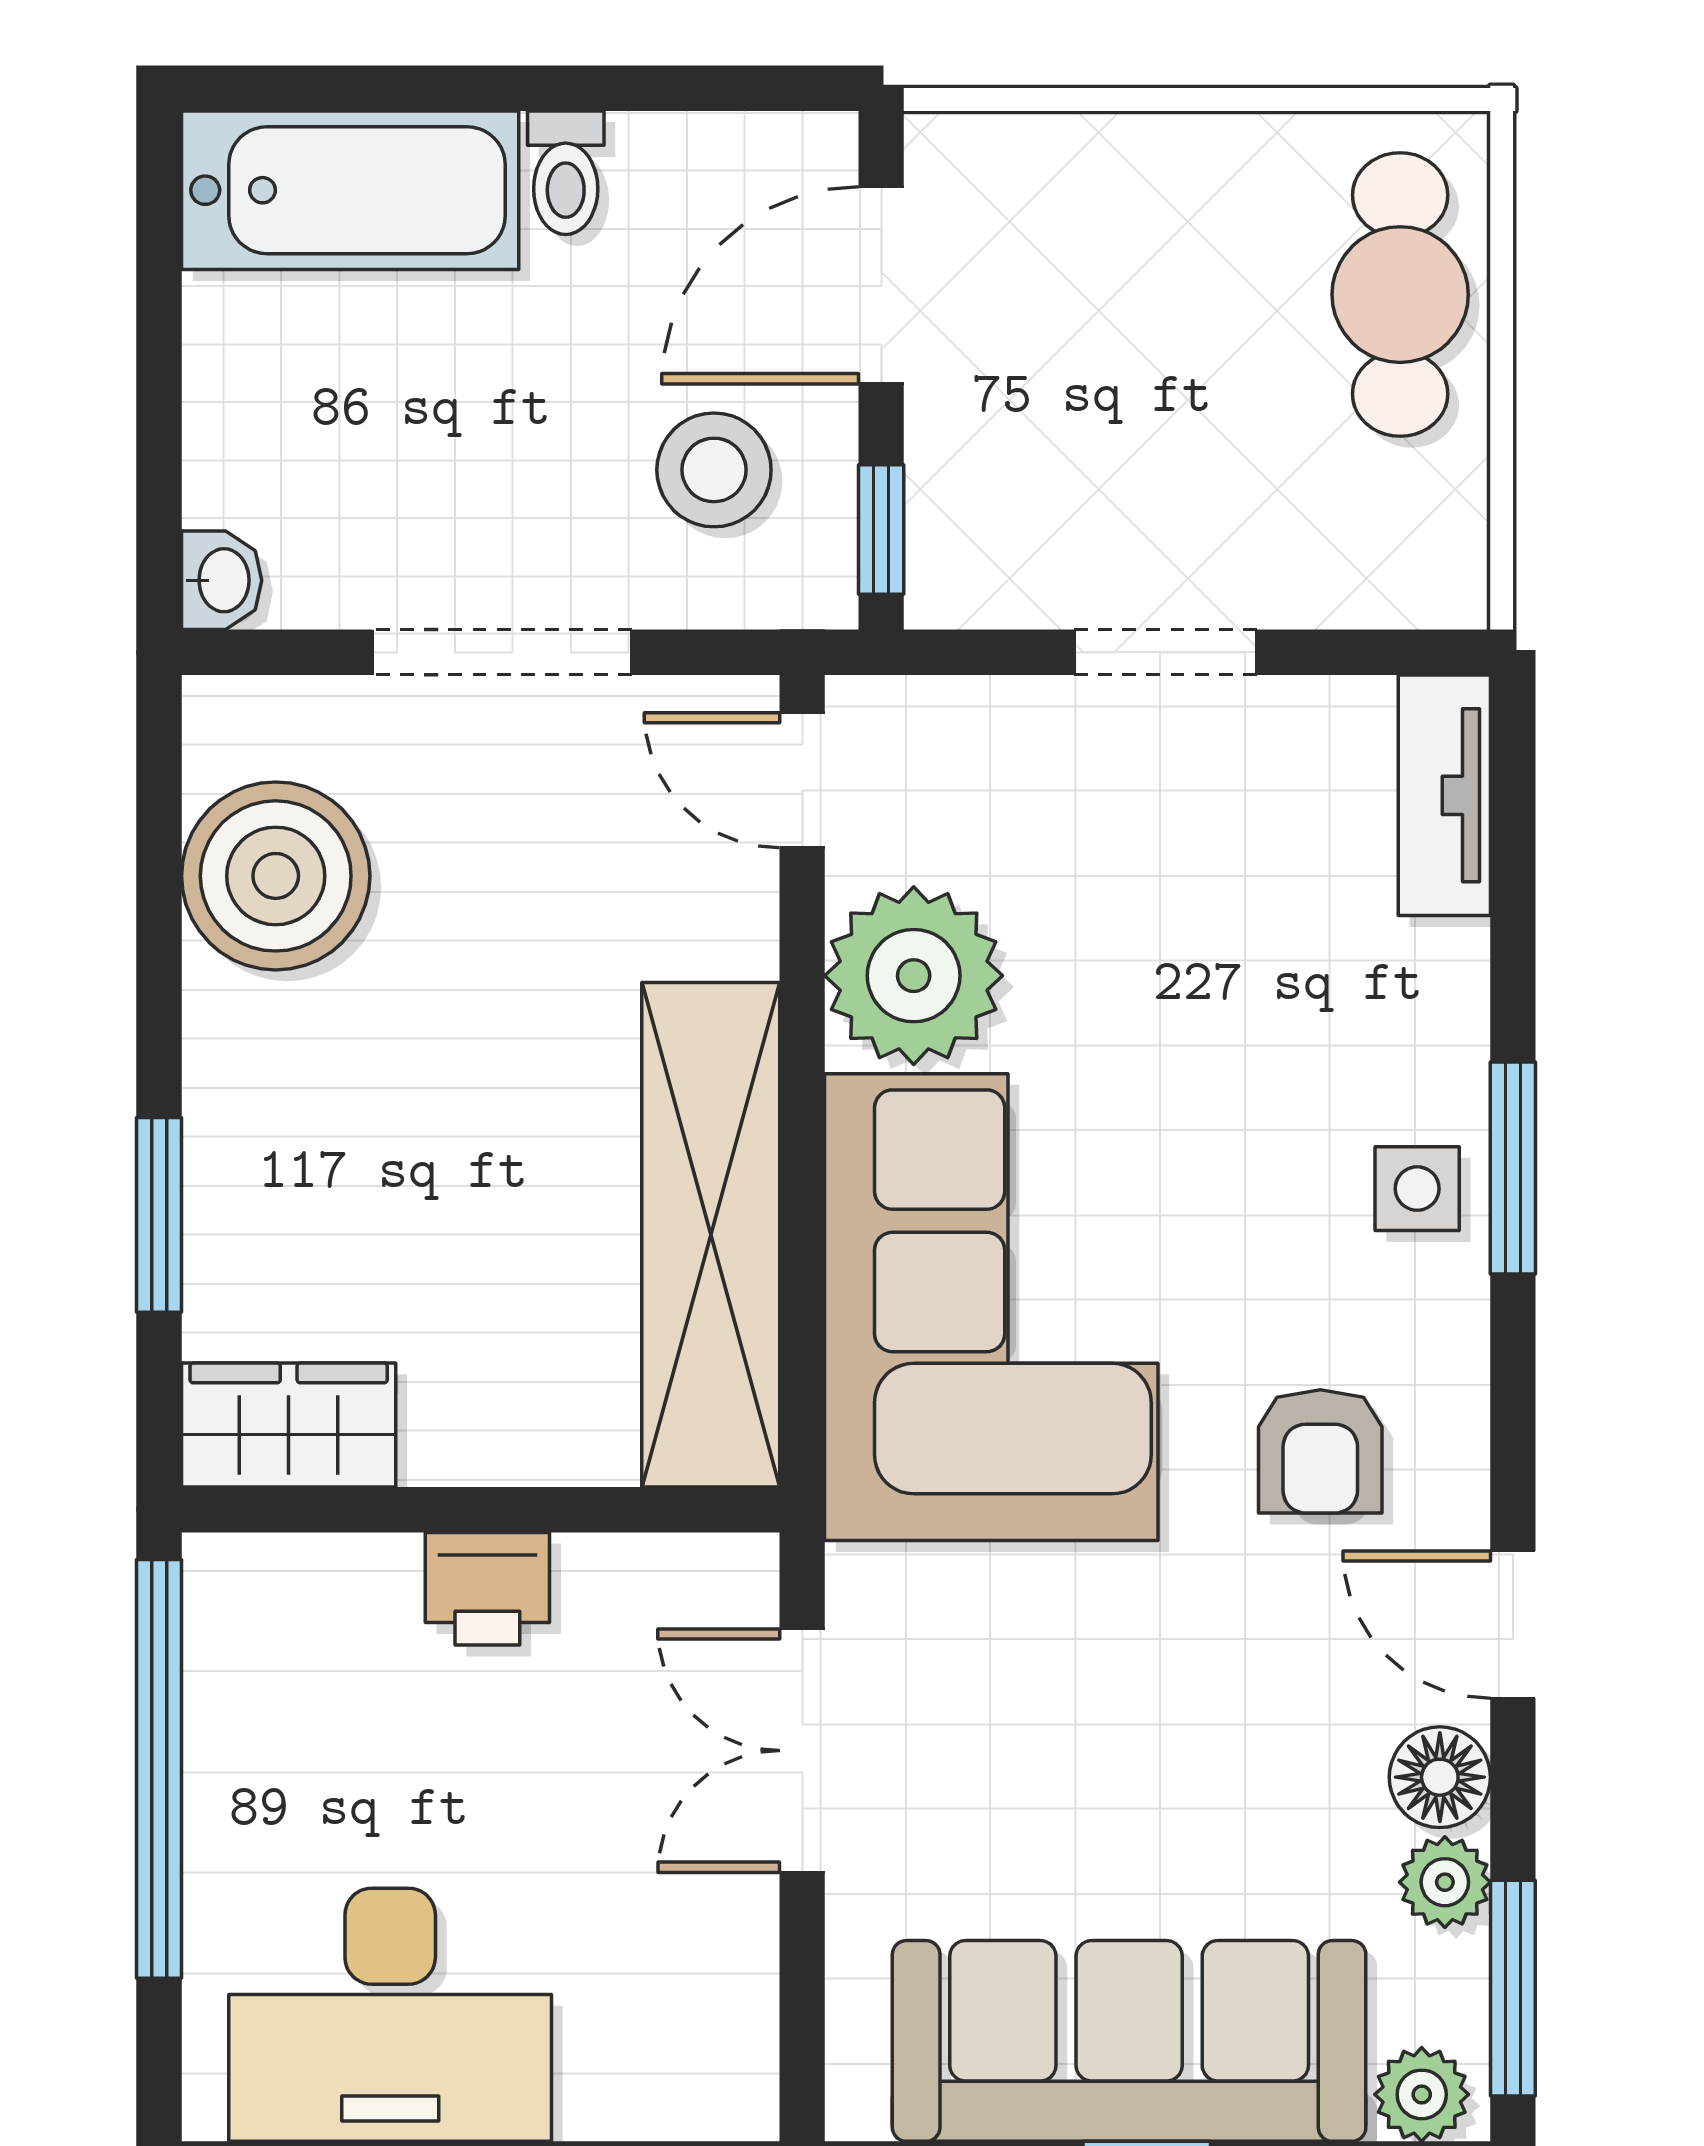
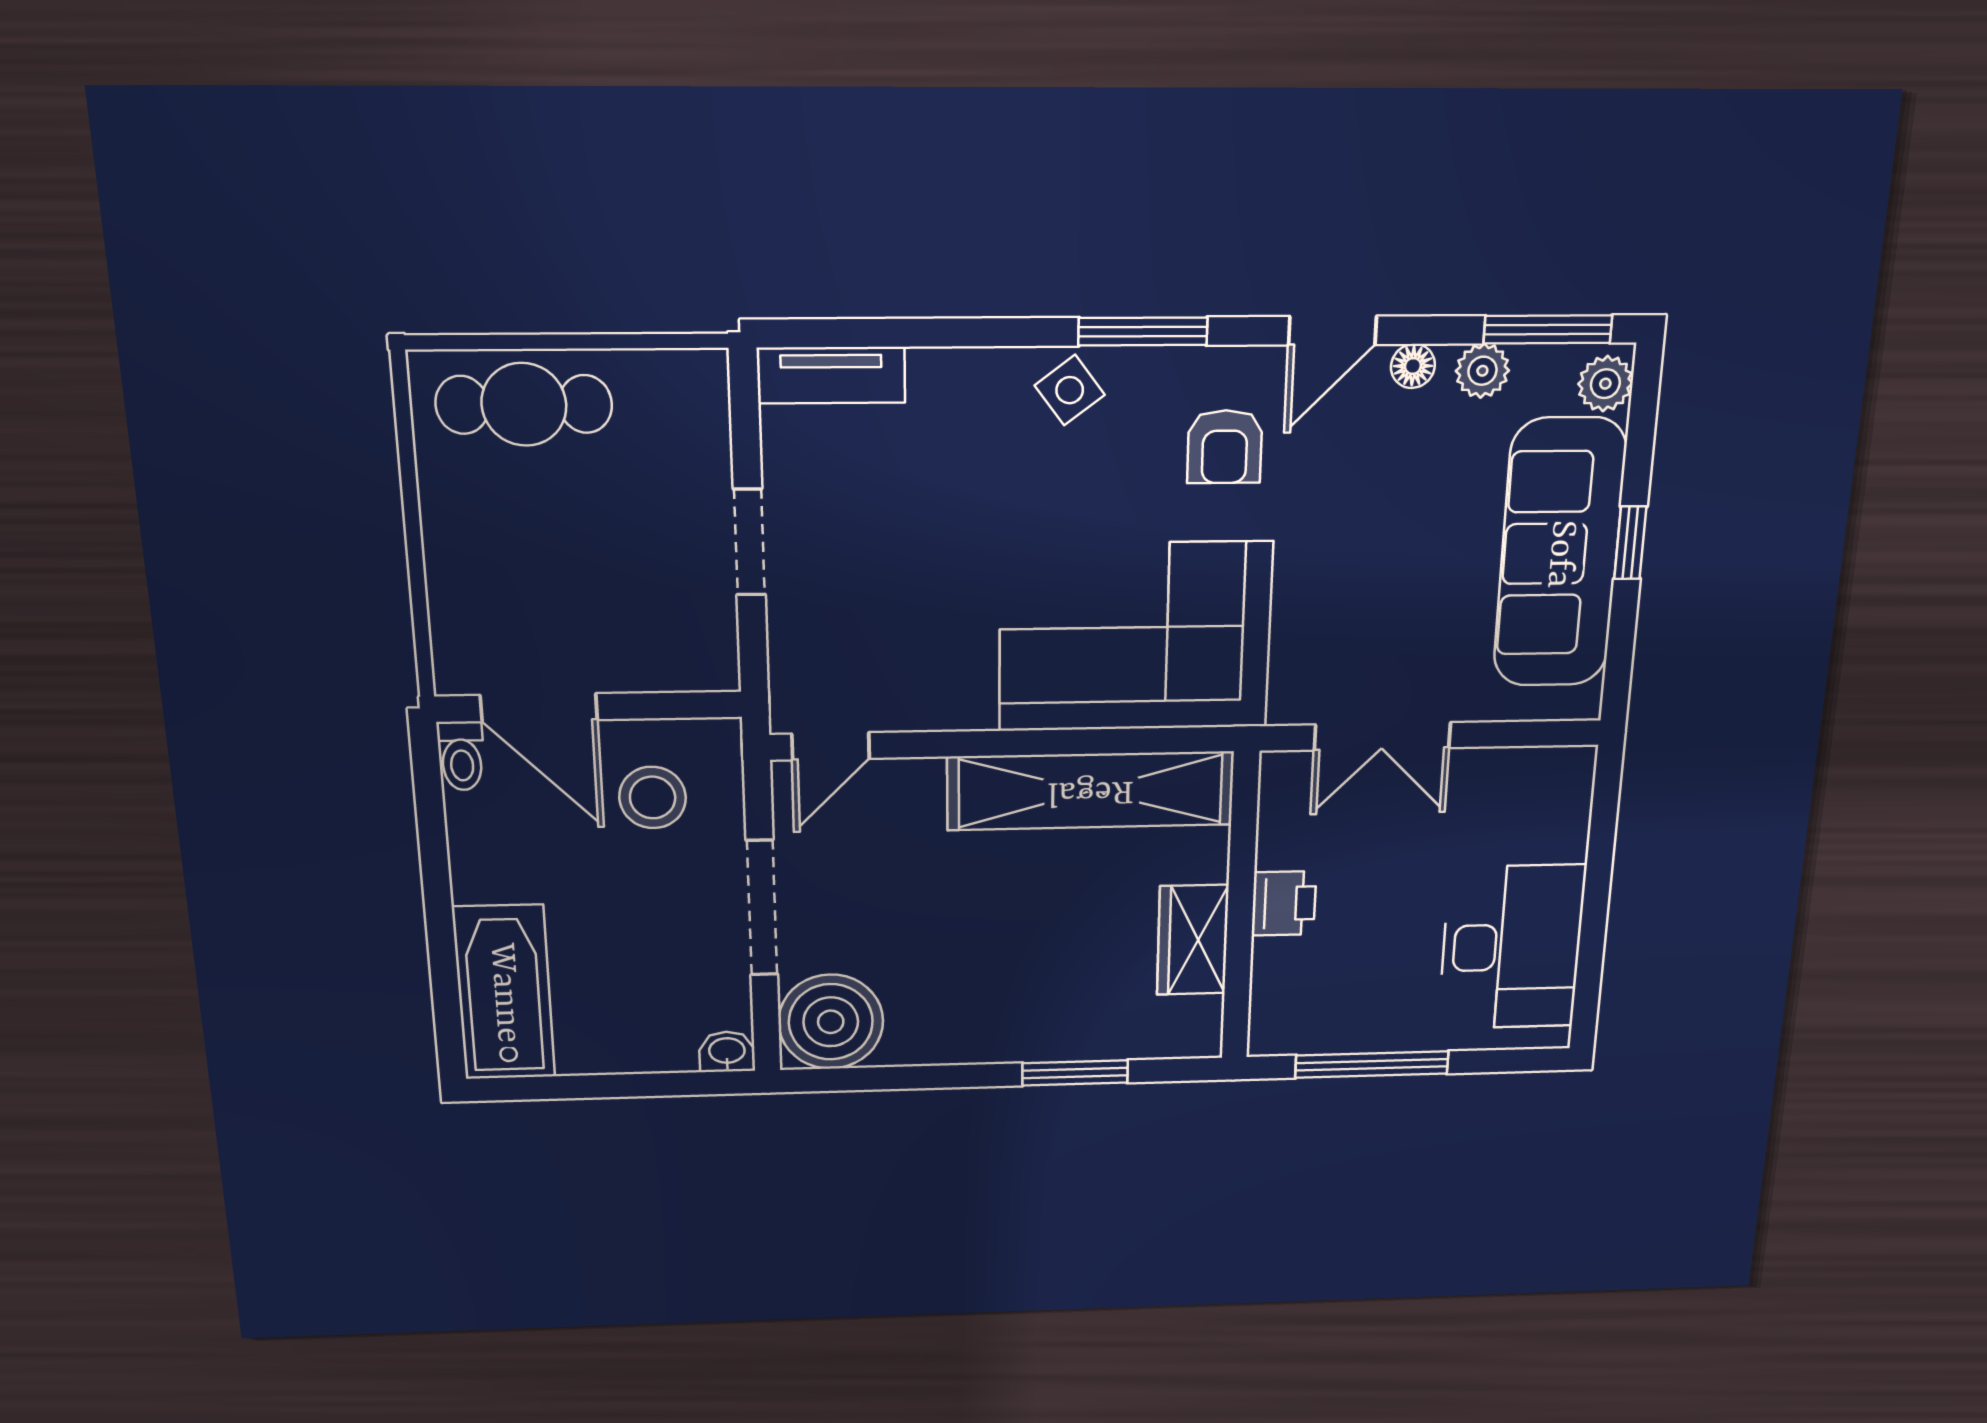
toilet: (566, 173) -> (461, 756), moved, turned 90
window: (881, 530) -> (683, 705), removed
boiler: (276, 876) -> (831, 1022), moved
plant: (914, 976) -> (943, 683), removed
window: (1513, 1168) -> (1143, 332), moved
side table: (1417, 1189) -> (1070, 390), turned -37
wardrobe: (289, 1425) -> (1193, 940), moved
armchair: (1320, 1451) -> (1225, 447), turned 90
window: (159, 1769) -> (1372, 1065), width x0.68
floor lamp: (1440, 1777) -> (1413, 366), width x0.73, depth x0.73

